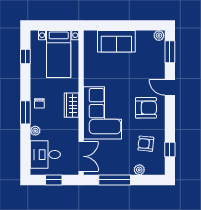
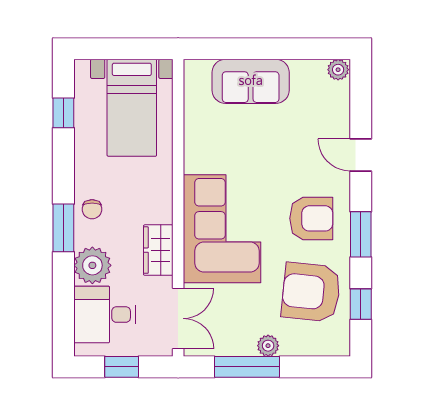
window: (170, 52) -> (361, 234), moved
door: (170, 87) -> (361, 155), moved
wardrobe: (72, 105) -> (158, 250), moved
plant: (35, 131) -> (92, 265), width x1.88, depth x1.88
armchair: (146, 144) -> (311, 292), width x1.88, depth x1.88
plant: (139, 170) -> (268, 346), moved

